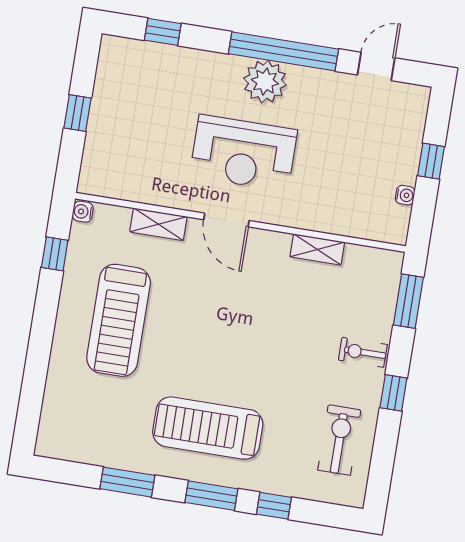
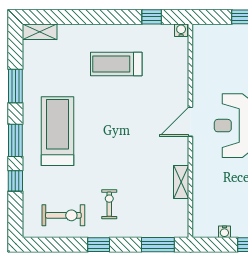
shelving: (158, 224) -> (40, 32), moved, turned 90
treadmill: (119, 320) -> (116, 64), width x0.73, depth x0.73
exercise bike: (363, 352) -> (109, 204), moved

